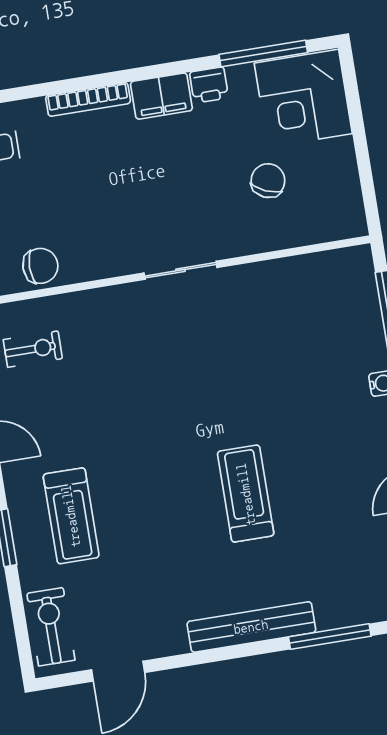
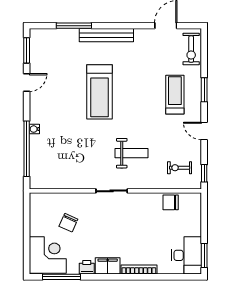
weight bench: (149, 364) -> (132, 153), added
treadmill: (246, 494) -> (100, 92), width x1.37, depth x1.38

